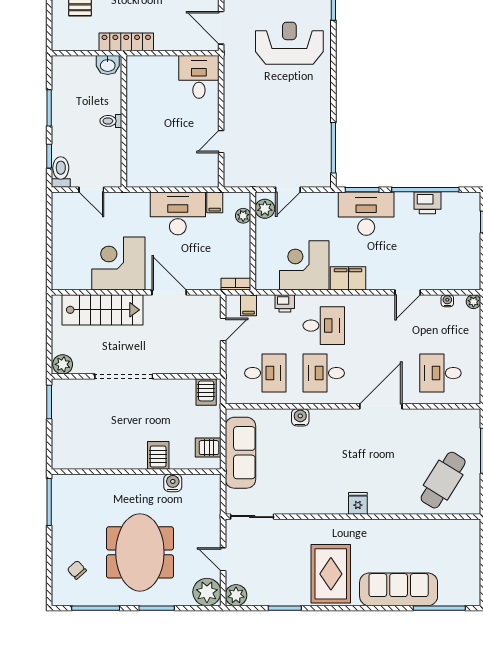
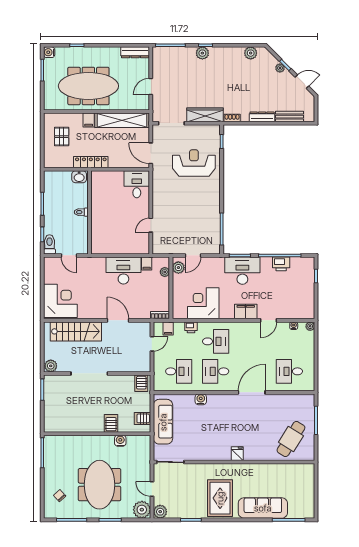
corner desk: (118, 264) -> (60, 301), moved, turned 90
filing cabinet: (348, 278) -> (246, 312), moved

